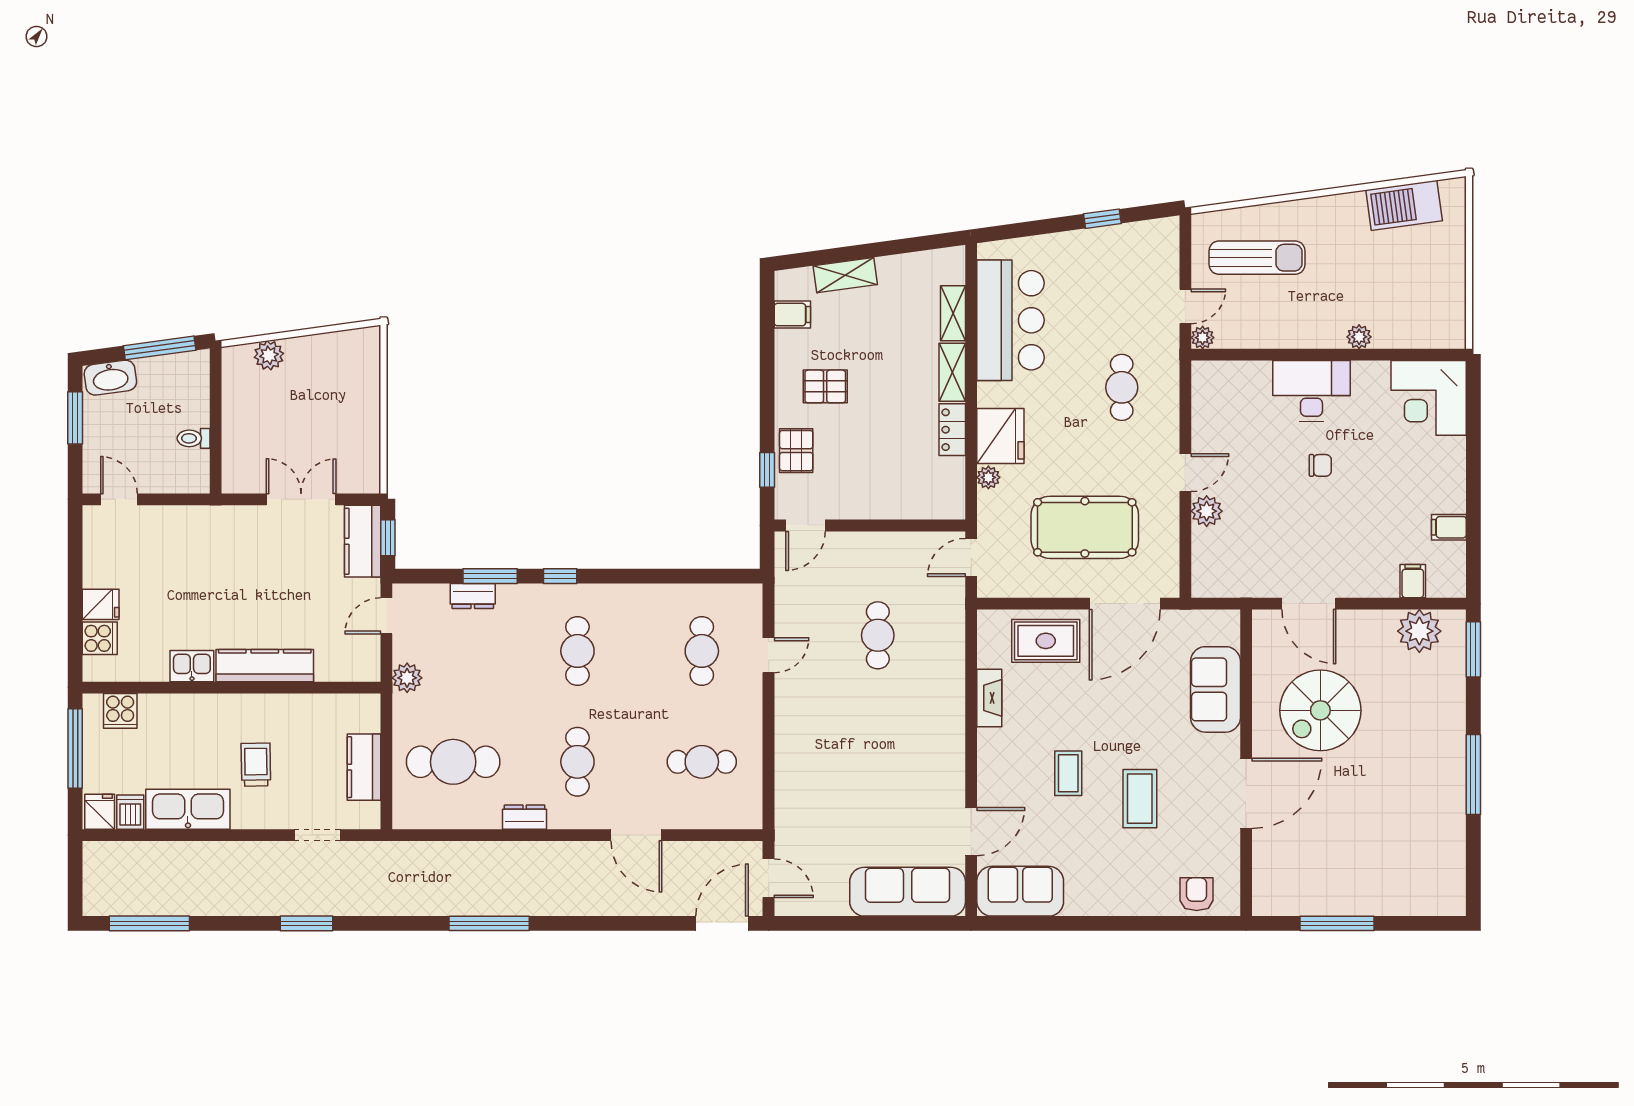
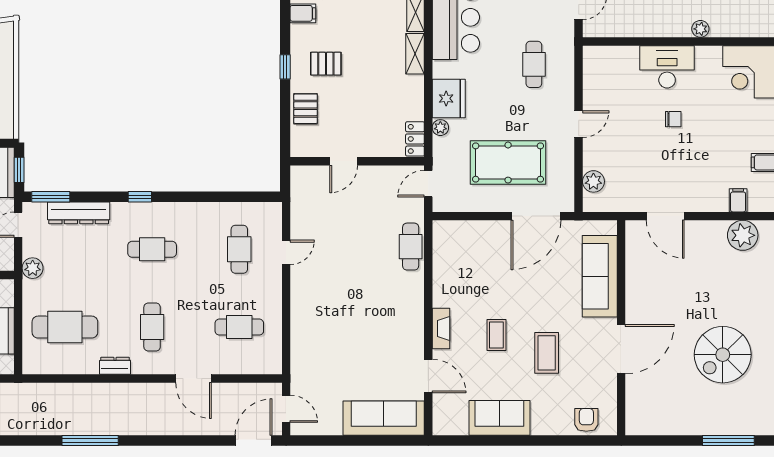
plant: (1203, 338) -> (591, 29), removed
locker: (952, 430) -> (415, 139), moved
window: (767, 470) -> (285, 67), moved
plant: (1207, 511) -> (593, 181), moved
door: (806, 525) -> (344, 161), moved
window: (490, 576) -> (51, 197), moved
dresser: (473, 596) -> (79, 213), width x1.96, depth x1.24
cafe table: (878, 635) -> (411, 247), moved
rug: (1046, 641) -> (481, 242), removed
cafe table: (577, 651) -> (152, 249), turned 90
sofa: (1216, 689) -> (600, 276), width x1.36
fireplace: (989, 698) -> (441, 329), moved
spiral stairs: (1320, 710) -> (723, 355), moved
door: (971, 832) -> (428, 376), hinge flipped
sofa: (1020, 891) -> (499, 418), moved
window: (1337, 923) -> (728, 440), moved

